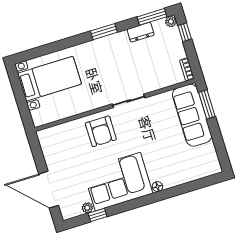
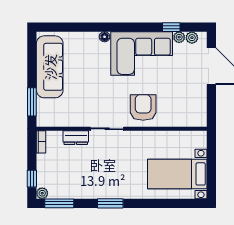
dresser: (141, 32) -> (76, 138), moved, turned 180
sofa: (192, 115) -> (50, 67), moved
plant: (75, 211) -> (192, 38), added

